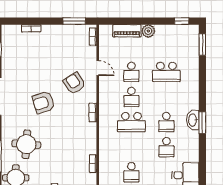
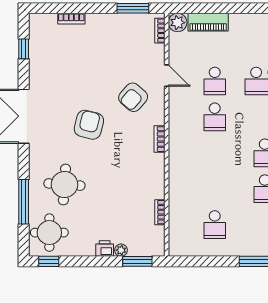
plant: (148, 31) -> (178, 23), moved
armchair: (74, 83) -> (133, 97), turned -106
armchair: (43, 102) -> (89, 125), turned 122
school desk: (131, 122) -> (215, 153), removed

